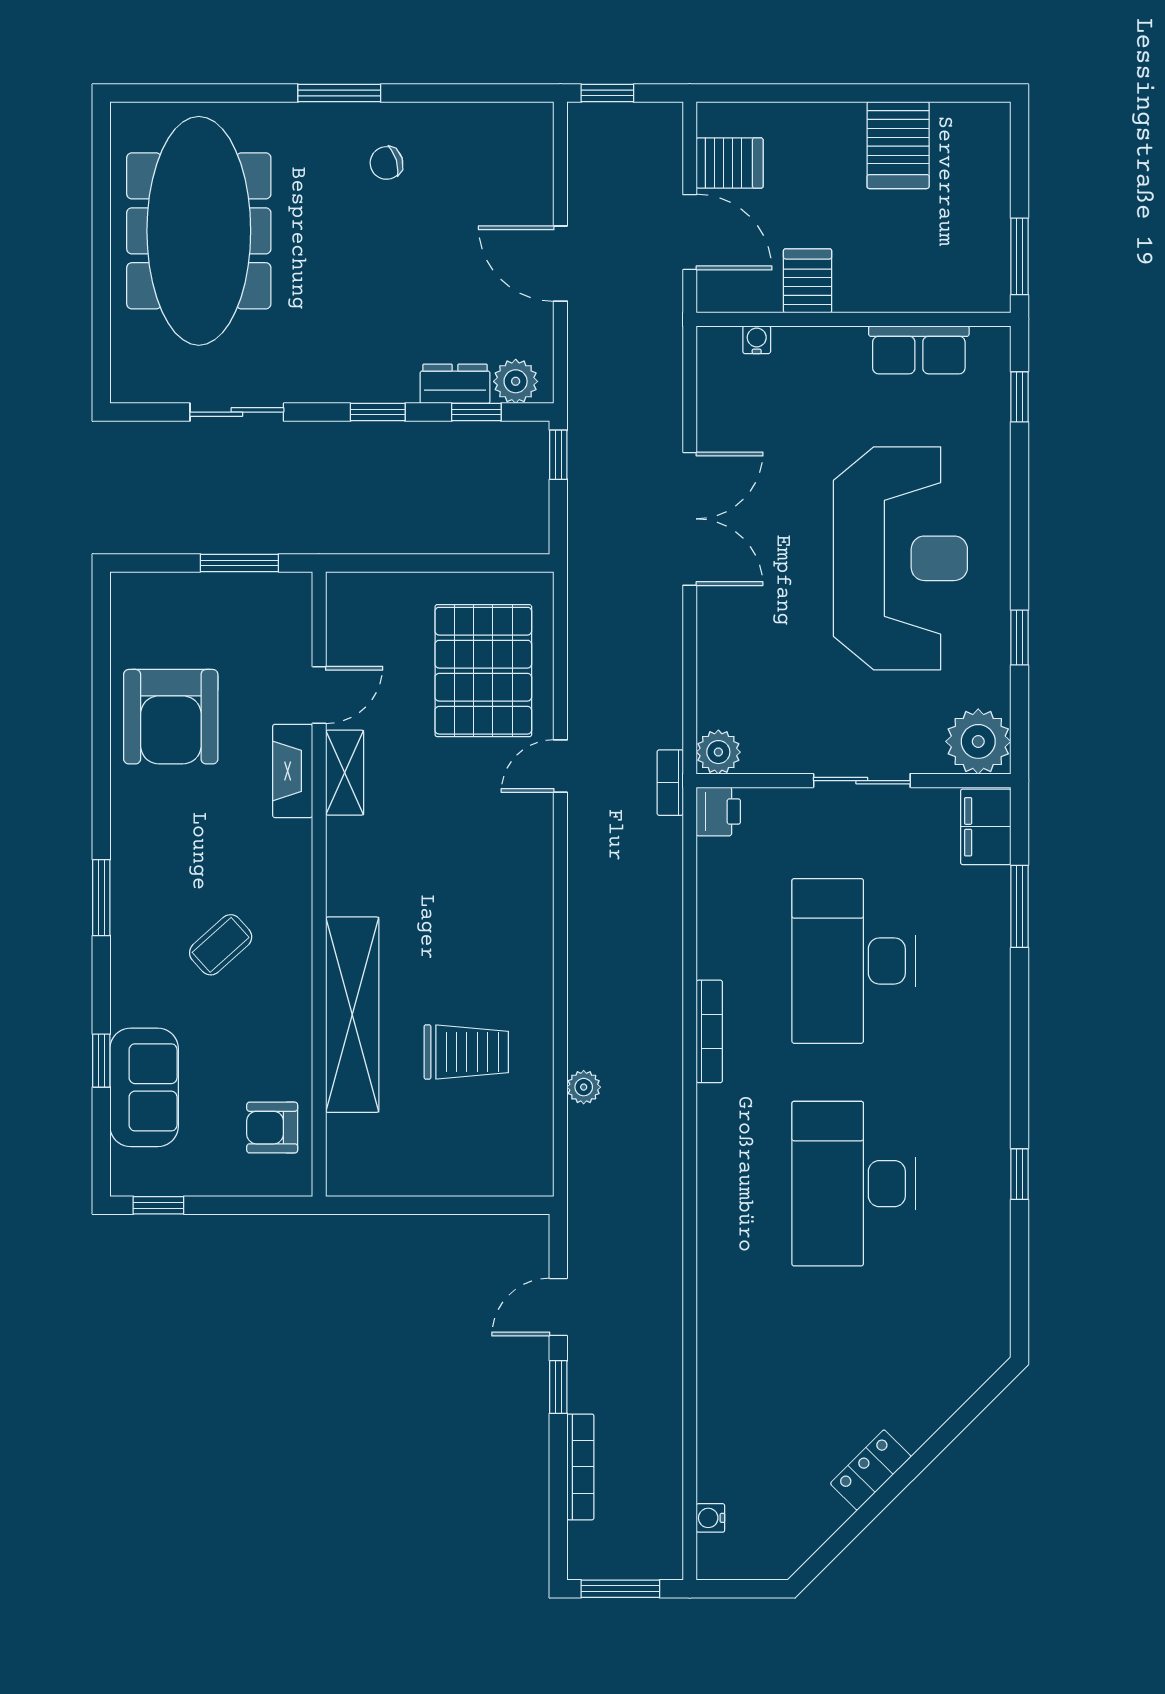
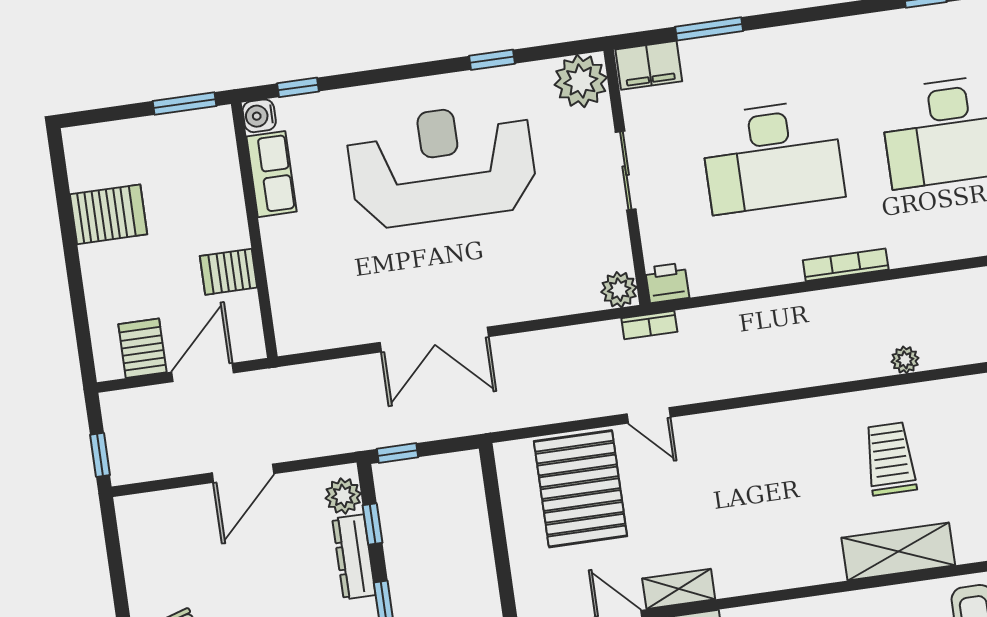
water cooler: (757, 340) -> (259, 116), moved, width x1.38, depth x1.38
dresser: (455, 384) -> (354, 557), width x1.44
double door: (690, 519) -> (434, 340), swing flipped
pallet: (483, 671) -> (580, 489), turned 90
shelving: (352, 1015) -> (898, 551), width x0.68

